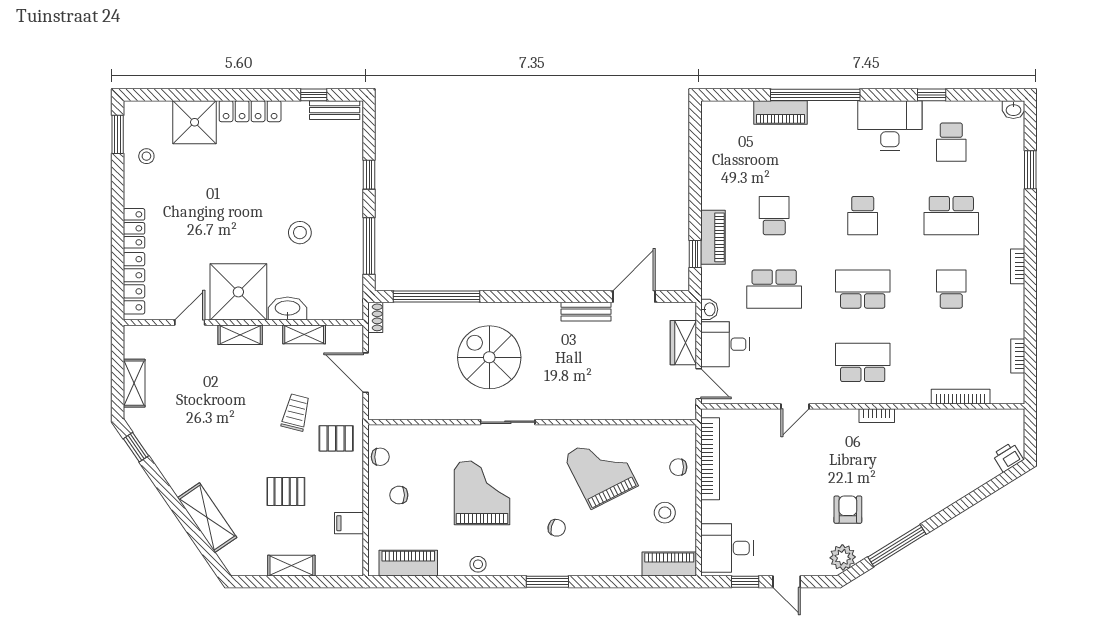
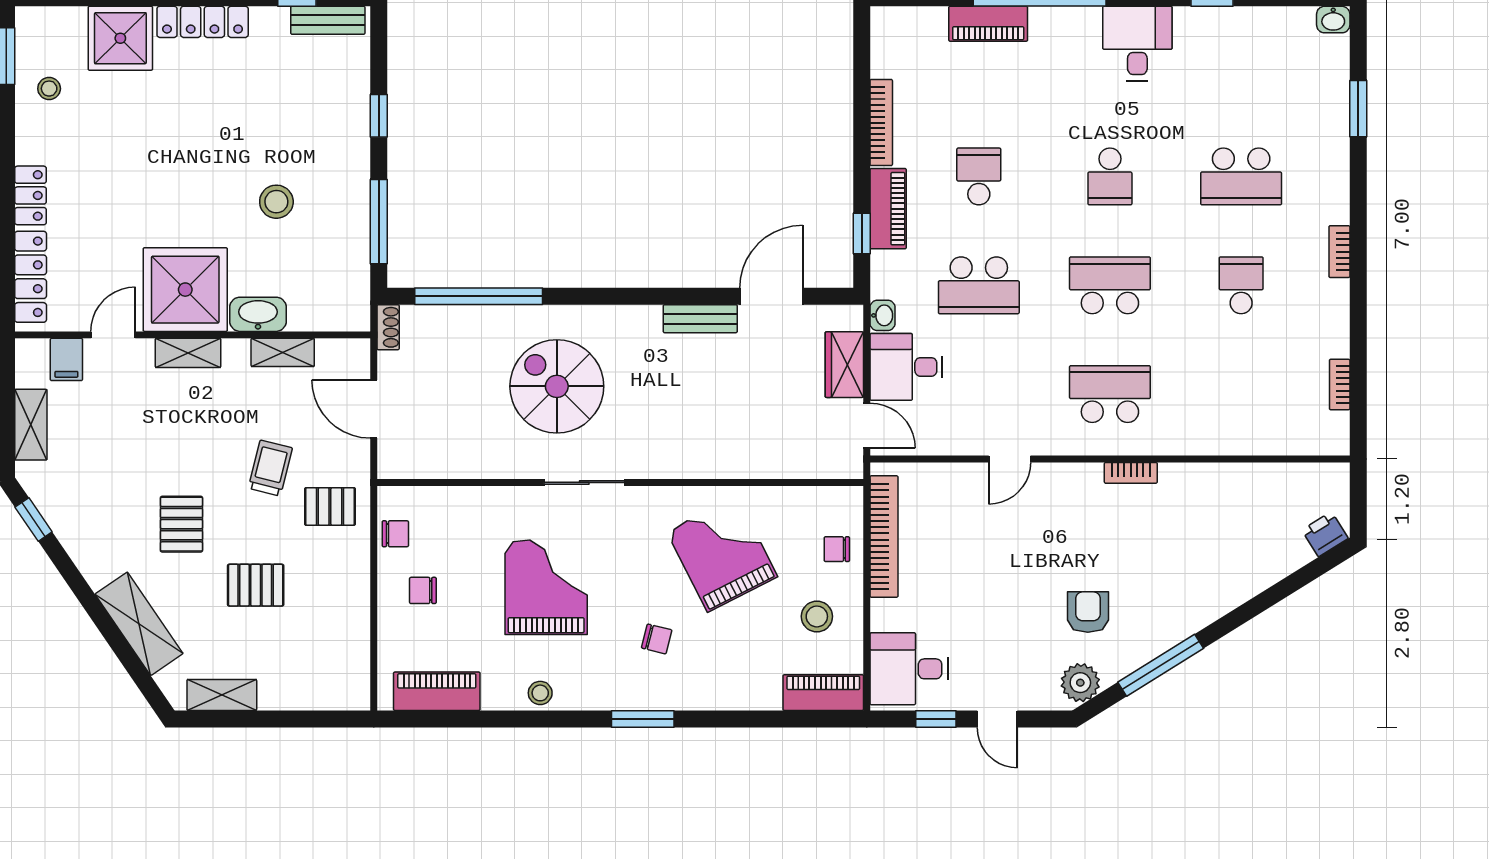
desk: (890, 126) -> (1137, 43), width x0.73
school desk: (951, 142) -> (1241, 68), removed
bookcase: (961, 397) -> (881, 123), moved, turned 90
pallet: (236, 450) -> (181, 524), added
filing cabinet: (349, 523) -> (66, 359), moved, turned -90
shelving: (291, 566) -> (222, 695), moved

